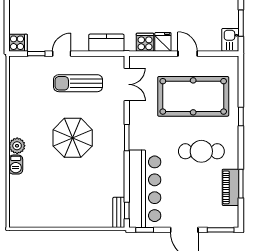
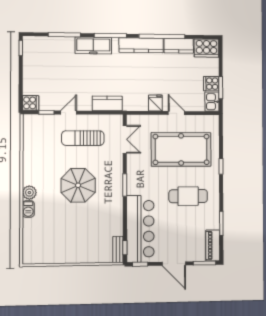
cooker: (145, 42) -> (211, 84), moved, turned -90
piano: (230, 187) -> (213, 245), moved

